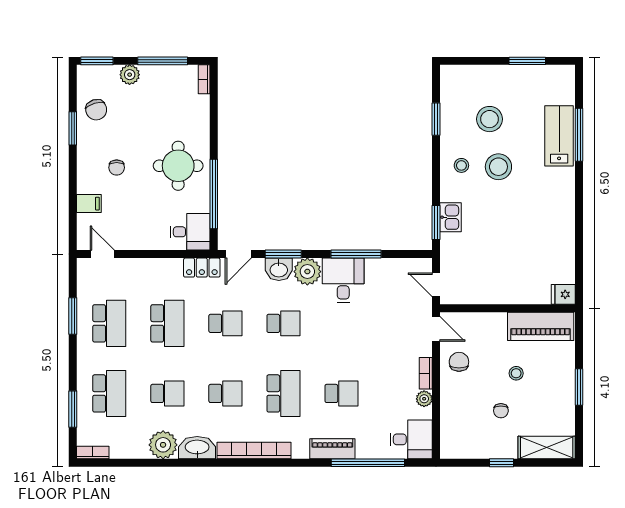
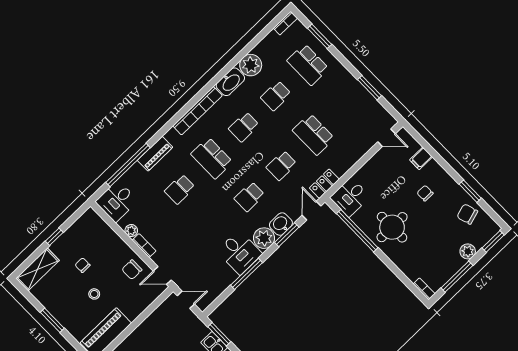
school desk: (109, 323) -> (345, 103), removed
chair: (459, 362) -> (132, 270), turned 90

